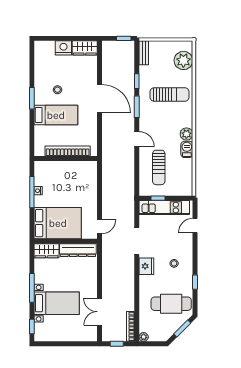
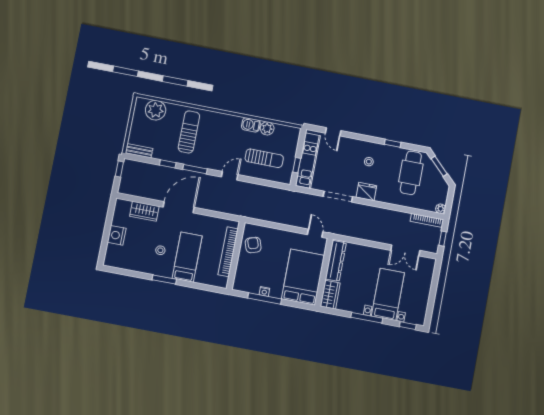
wardrobe: (85, 48) -> (144, 211), moved, turned 90
plant: (186, 134) -> (267, 128), moved
armchair: (78, 172) -> (253, 245), added

